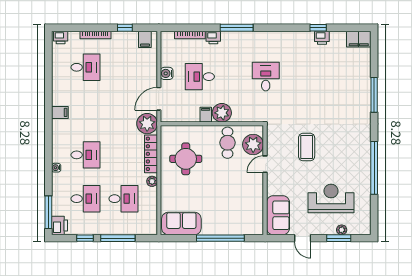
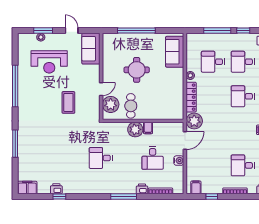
desk: (200, 77) -> (153, 158), turned 90
desk: (266, 77) -> (101, 158), turned 90
round table: (186, 159) -> (137, 70), moved
sofa: (181, 224) -> (175, 52), moved, turned 90

